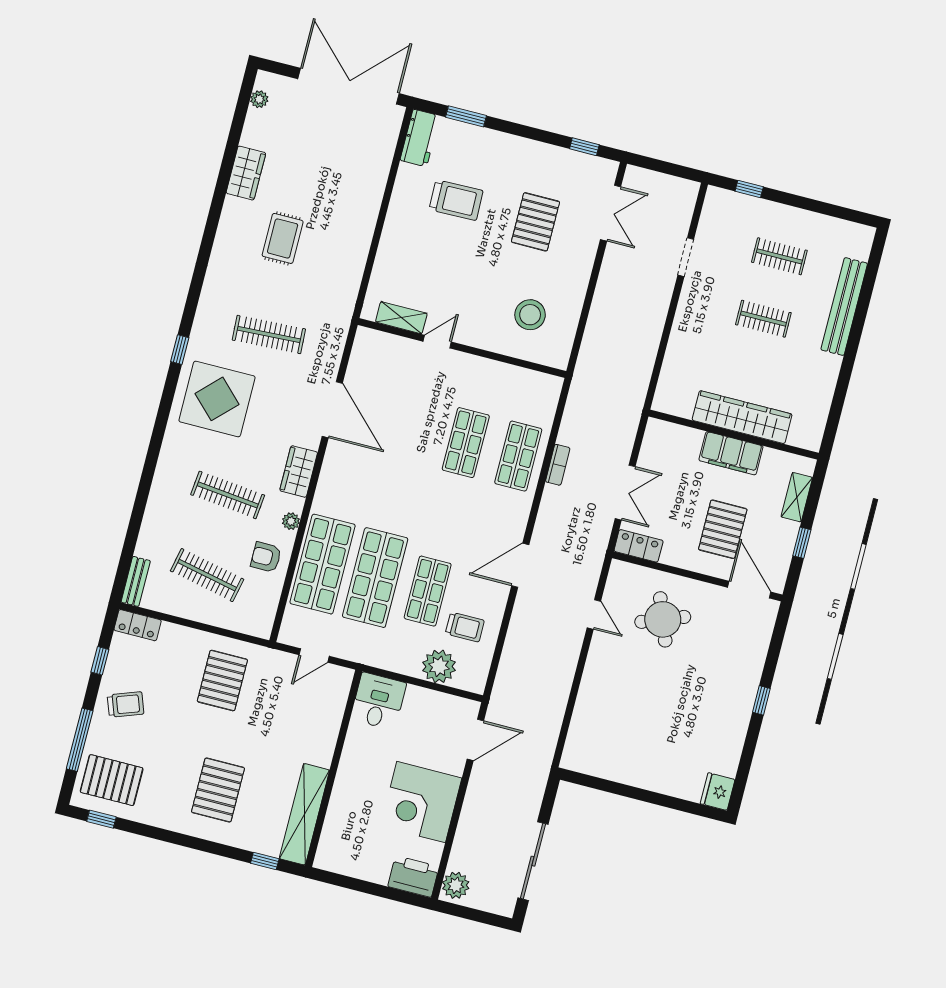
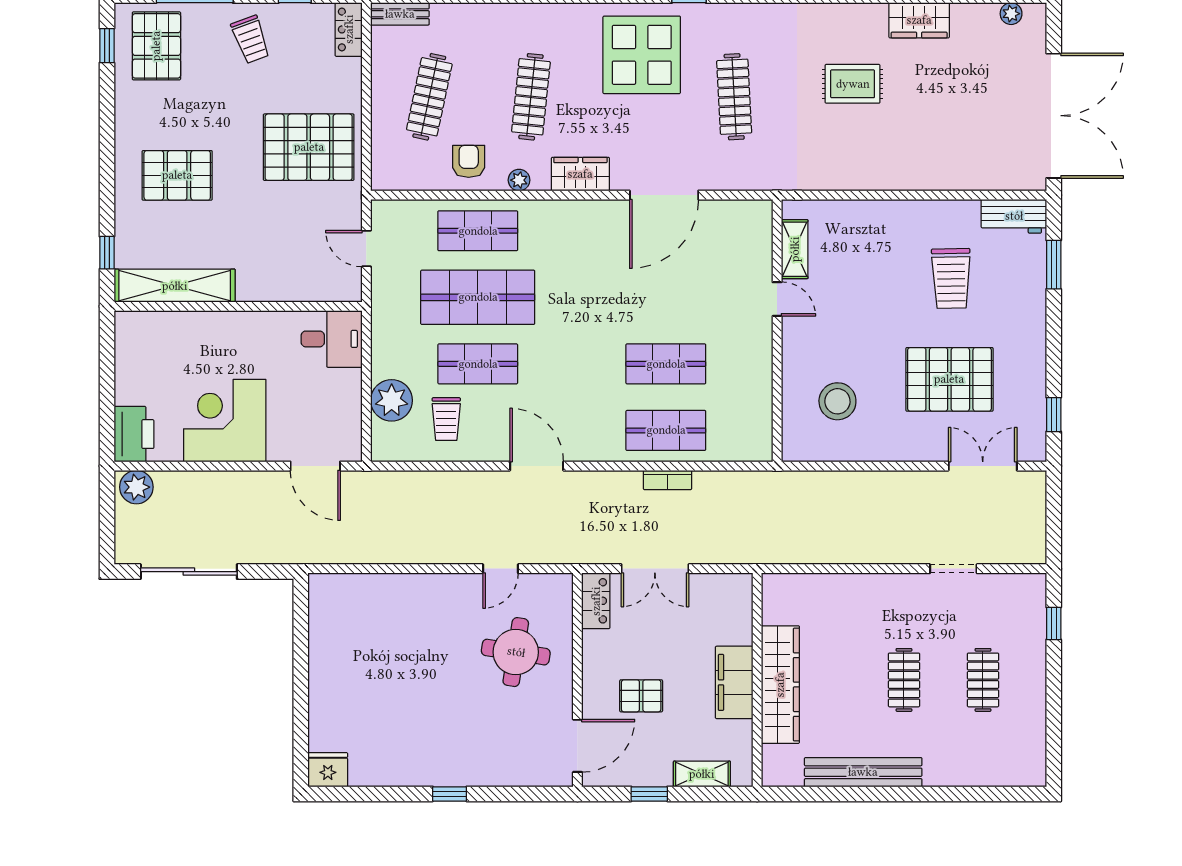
double door: (611, 213) -> (983, 466), swing flipped
pallet: (535, 222) -> (949, 379), width x1.37, depth x1.41
bench: (844, 307) -> (863, 772), moved
pallet: (723, 529) -> (641, 696), width x0.67, depth x0.71
shop shelf: (323, 564) -> (478, 231), width x0.70, depth x0.74
round table: (663, 619) -> (516, 652), turned 30
pallet: (222, 681) -> (309, 147), width x1.37, depth x1.41

